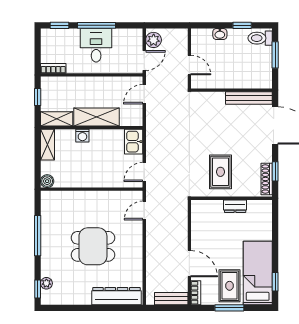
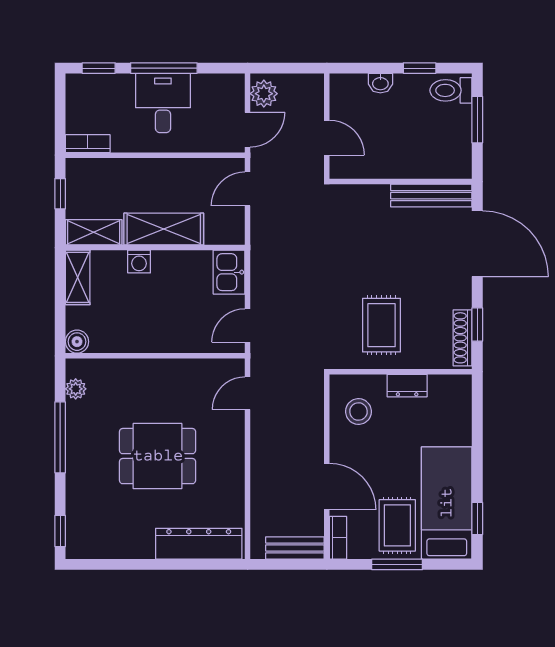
stool: (207, 221) -> (358, 412), added
plant: (46, 283) -> (76, 389), moved

